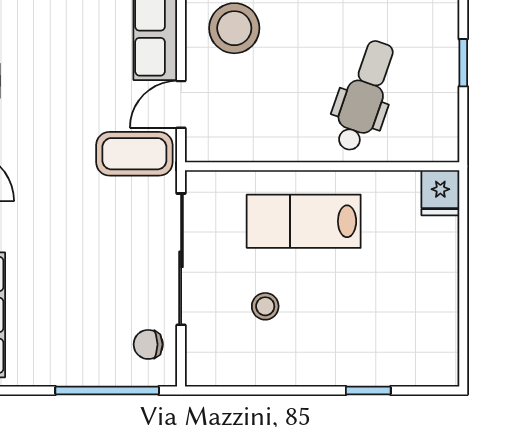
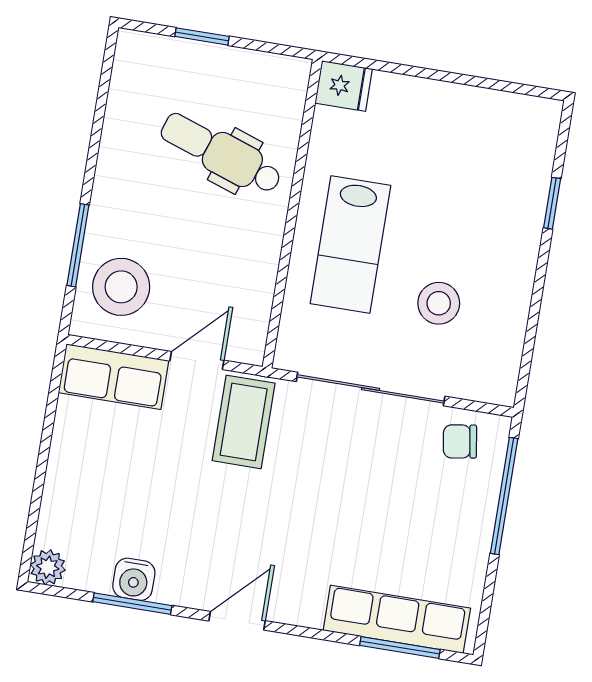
door: (181, 104) -> (197, 361), swing flipped
stool: (265, 306) -> (439, 303), width x1.37, depth x1.37
chair: (148, 344) -> (460, 441), turned 81

